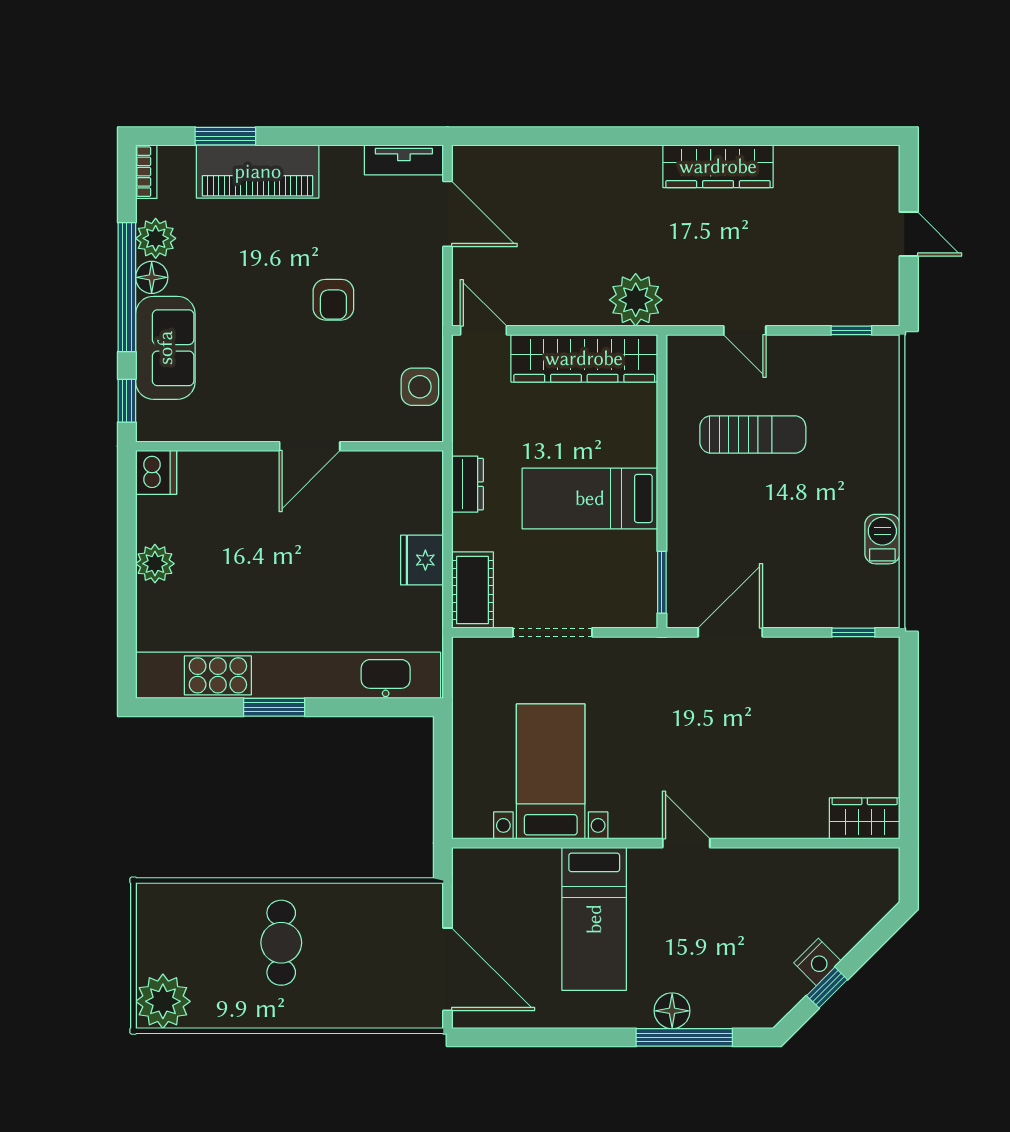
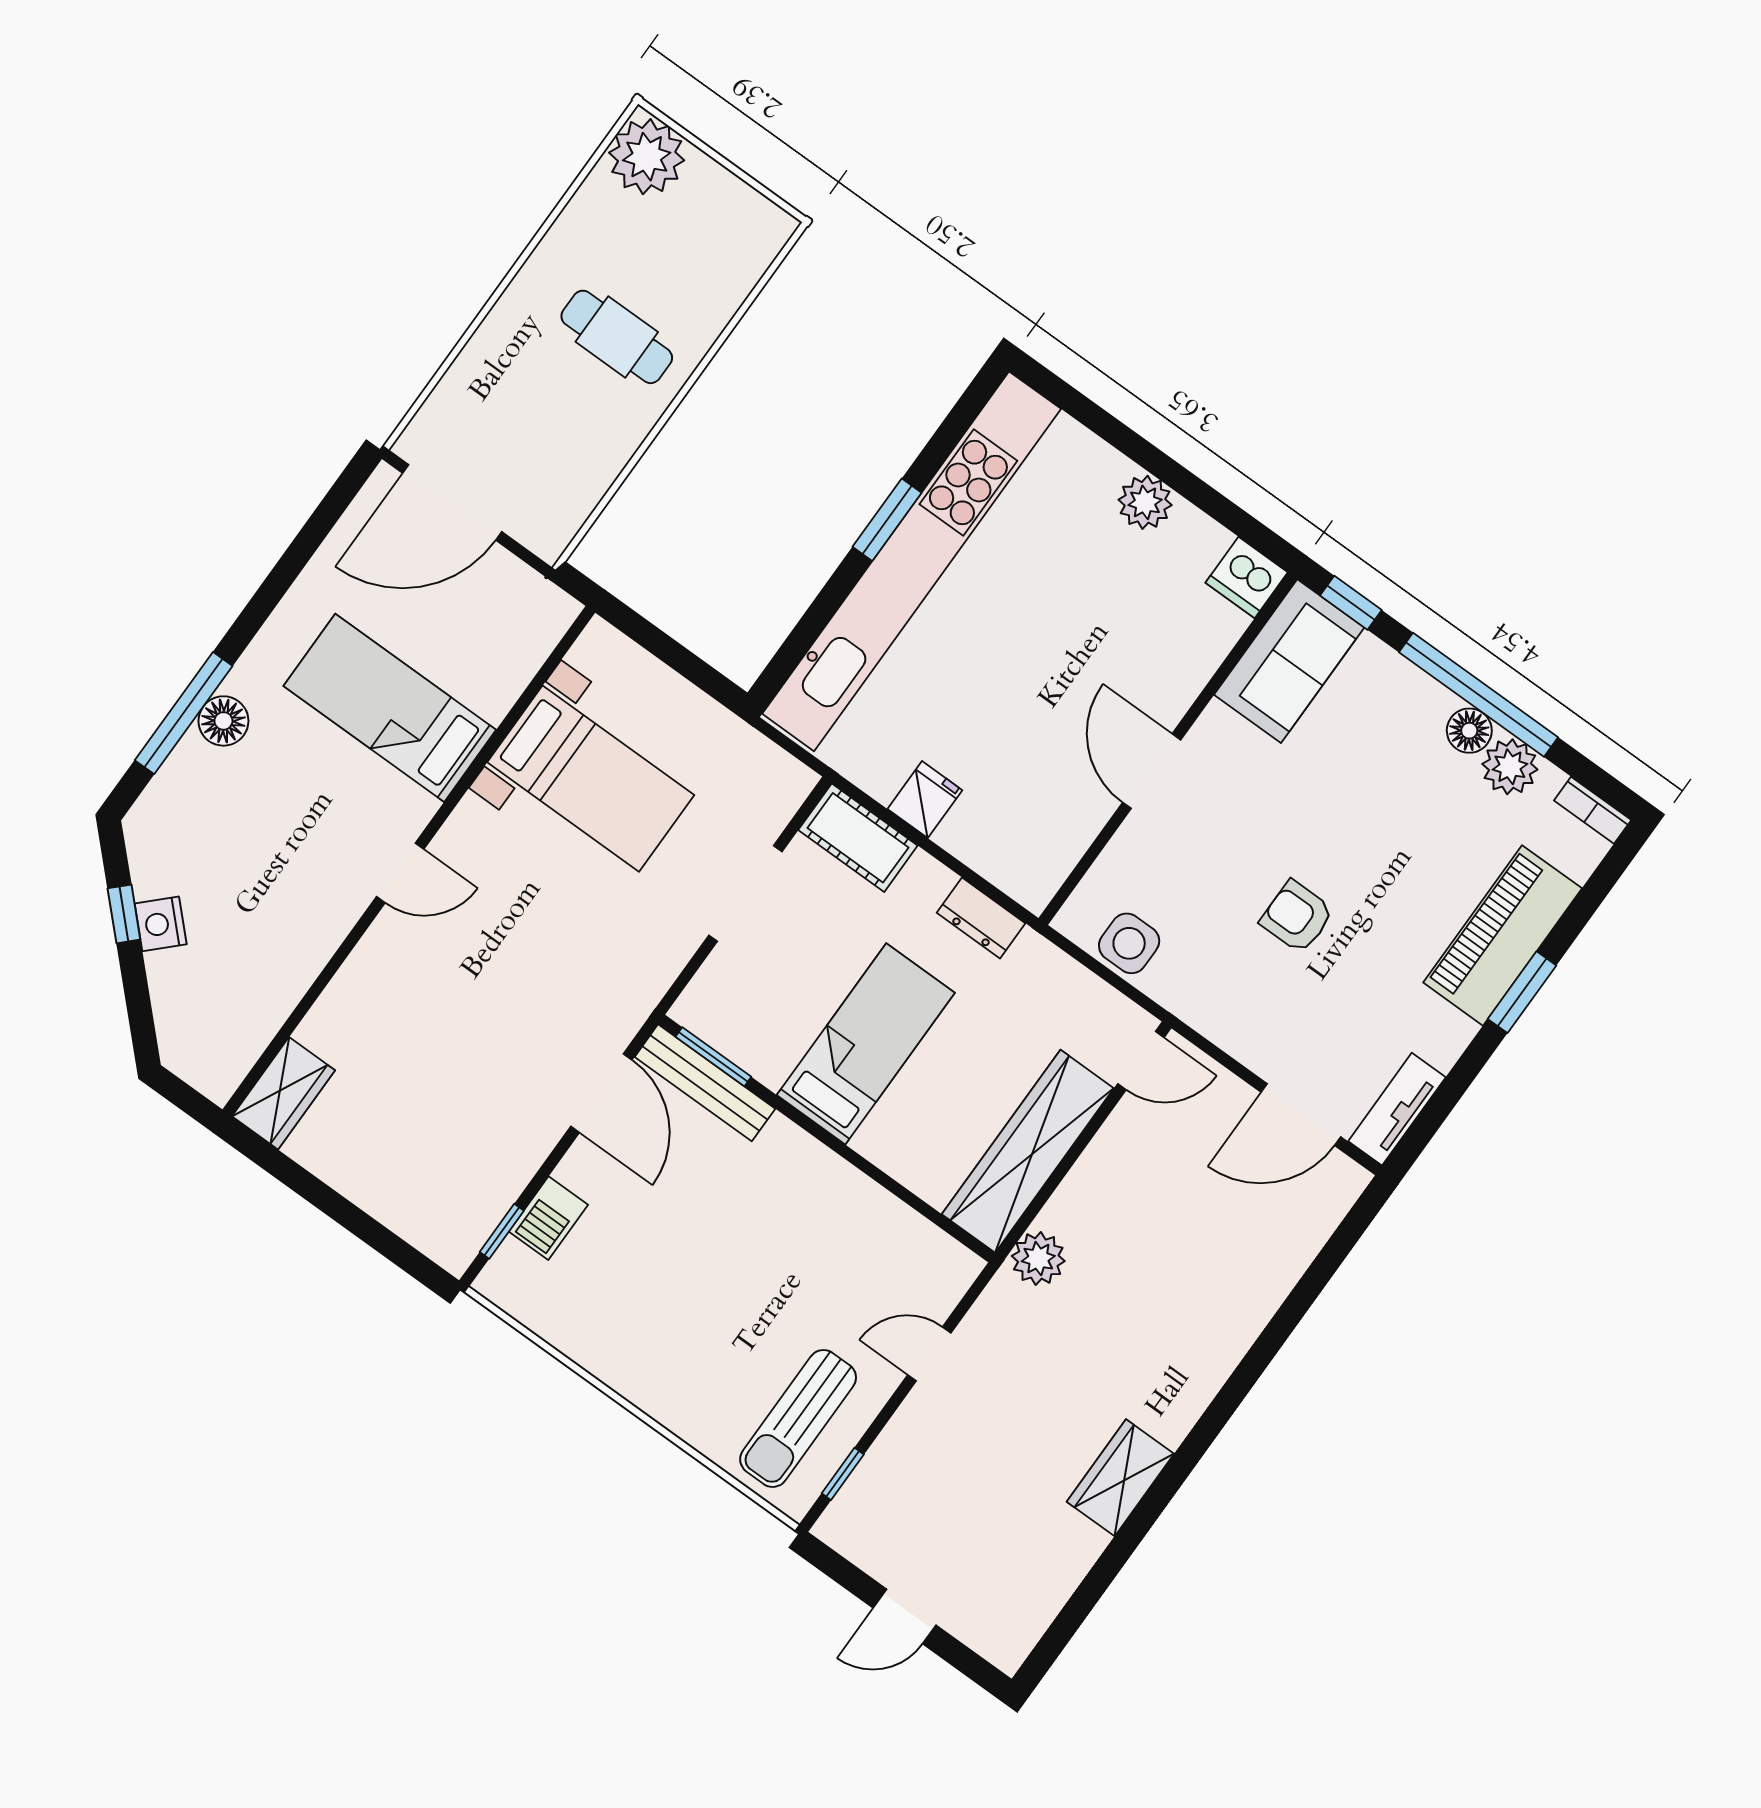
window: (225, 136) -> (1522, 992), moved
wardrobe: (718, 166) -> (1120, 1478), width x0.67
plant: (636, 300) -> (1038, 1259), width x0.73, depth x0.73
sofa: (165, 348) -> (1289, 661), moved, turned -90
sun lounger: (753, 435) -> (798, 1418), moved
barbecue: (882, 539) -> (548, 1218), moved, turned 90
fridge: (422, 560) -> (925, 800), width x0.72
bench: (681, 576) -> (705, 1083), added

